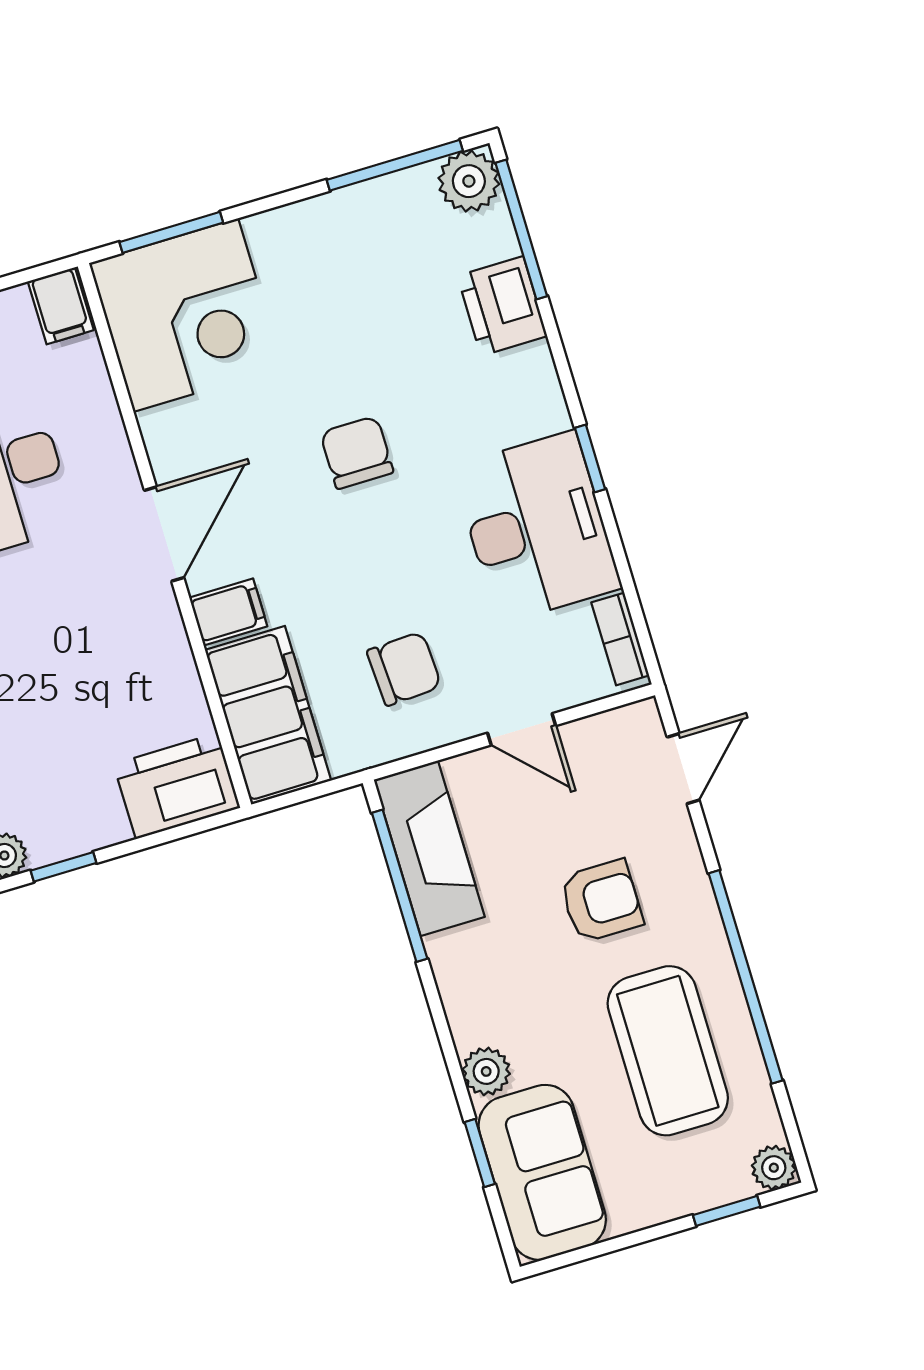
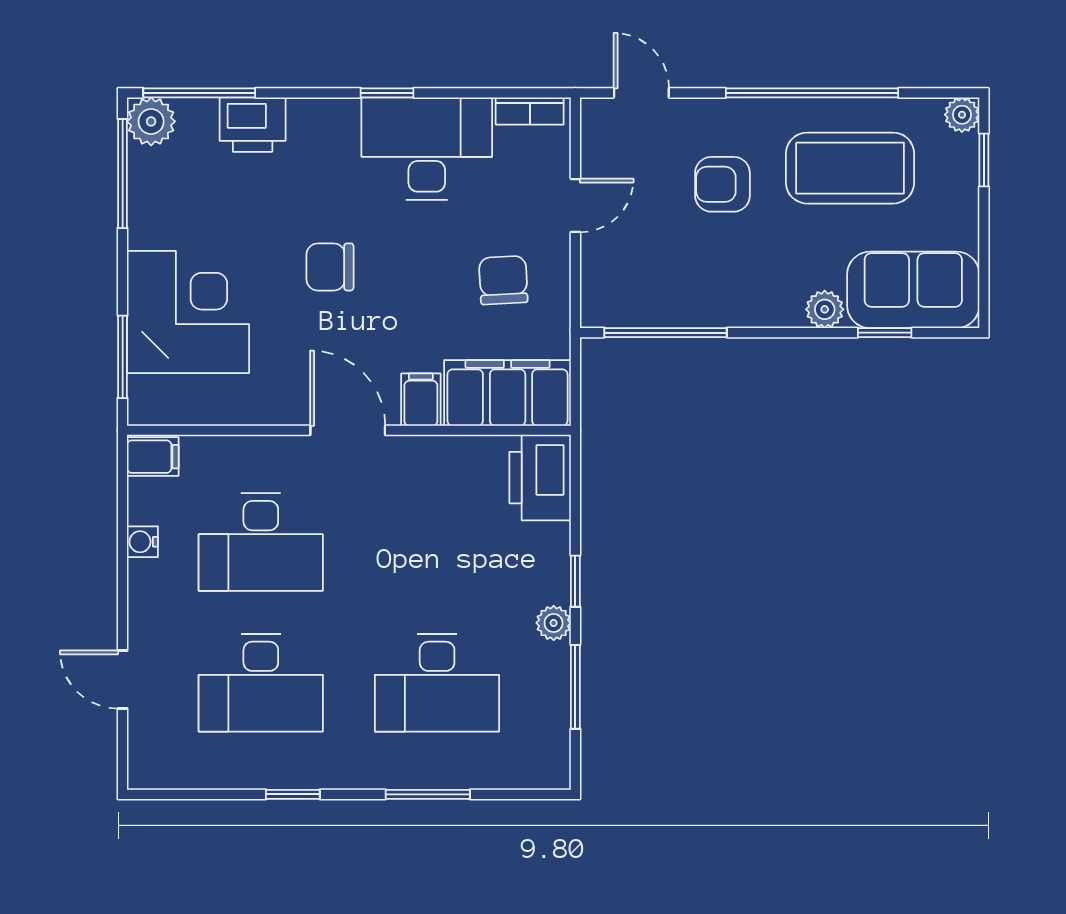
corner desk: (186, 315) -> (188, 312), moved
fireplace: (429, 848) -> (644, 302), removed
armchair: (601, 901) -> (722, 184), turned -90

